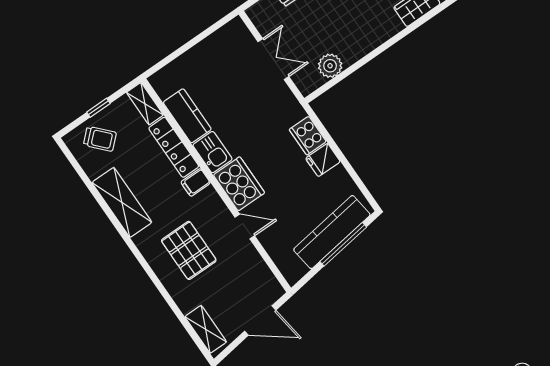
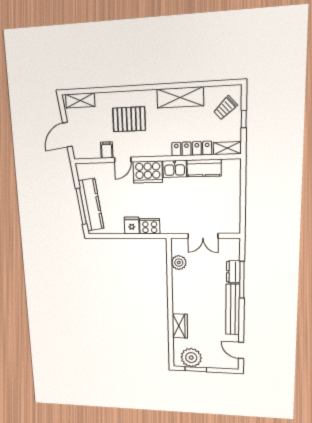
filing cabinet: (196, 182) -> (107, 150), moved

